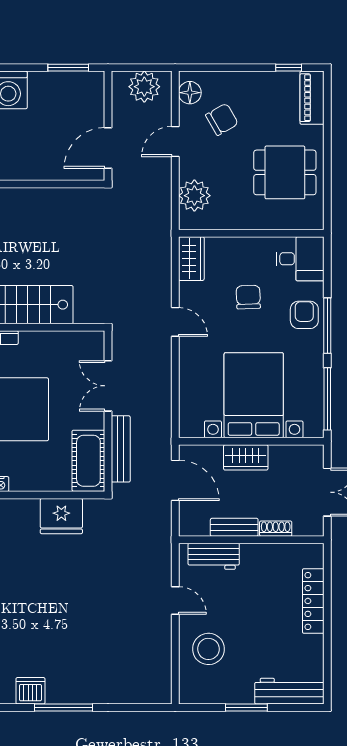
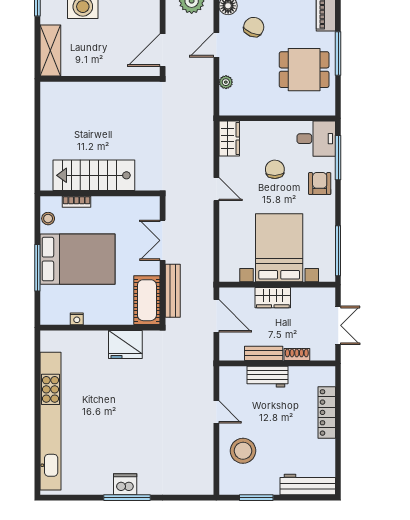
chair: (222, 119) -> (254, 27), turned -37
window: (327, 152) -> (338, 53), added
plant: (194, 196) -> (226, 82), width x0.53, depth x0.53
window: (327, 326) -> (338, 158), moved
workbench: (214, 556) -> (267, 377), moved
dishwasher: (30, 691) -> (125, 484), moved
window: (246, 707) -> (256, 498), moved

